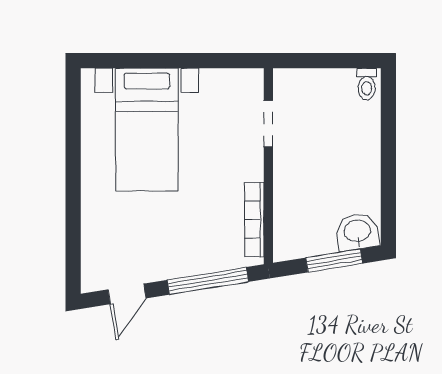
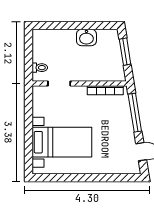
toilet: (367, 84) -> (40, 68), moved
washbasin: (357, 232) -> (86, 37), moved, turned -81

